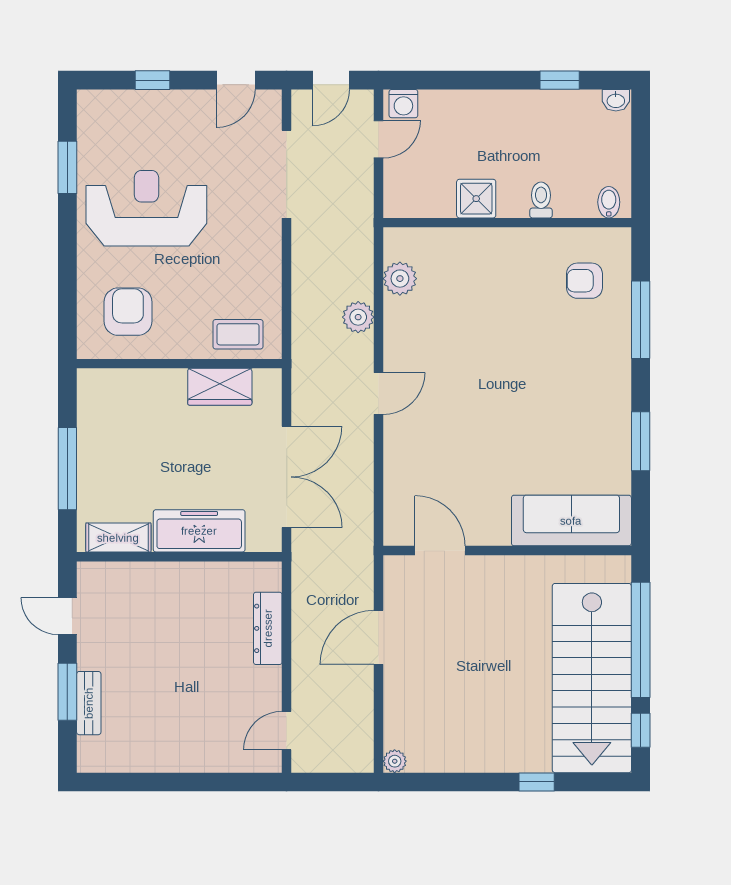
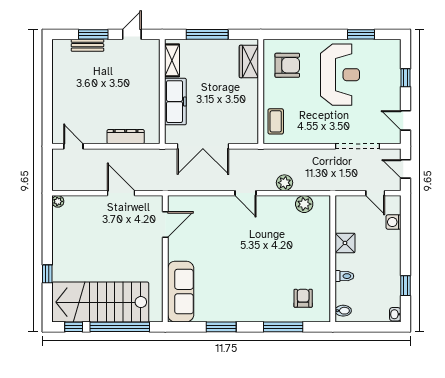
washing machine: (403, 104) -> (393, 222), moved
wardrobe: (220, 387) -> (249, 61), moved

